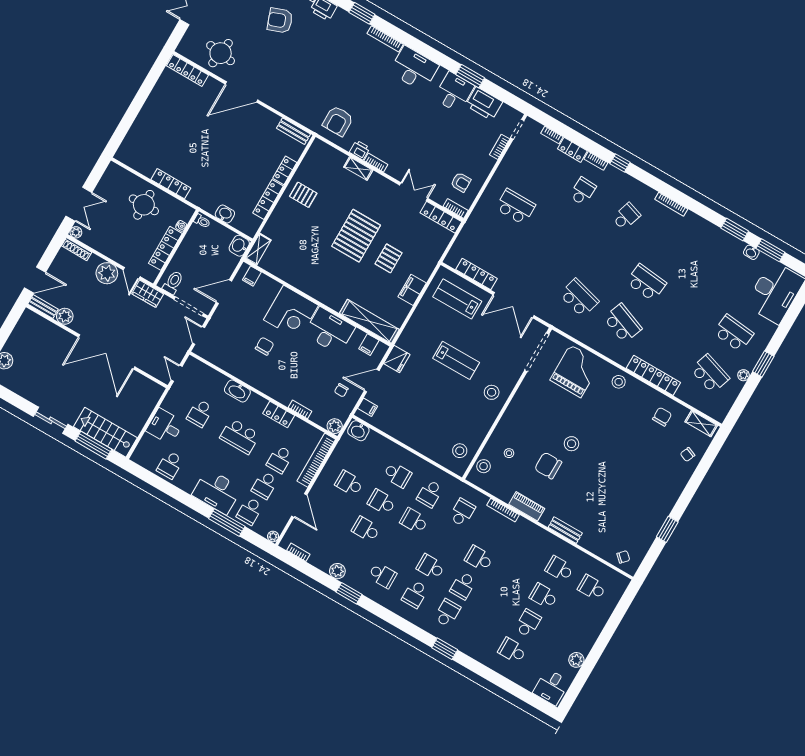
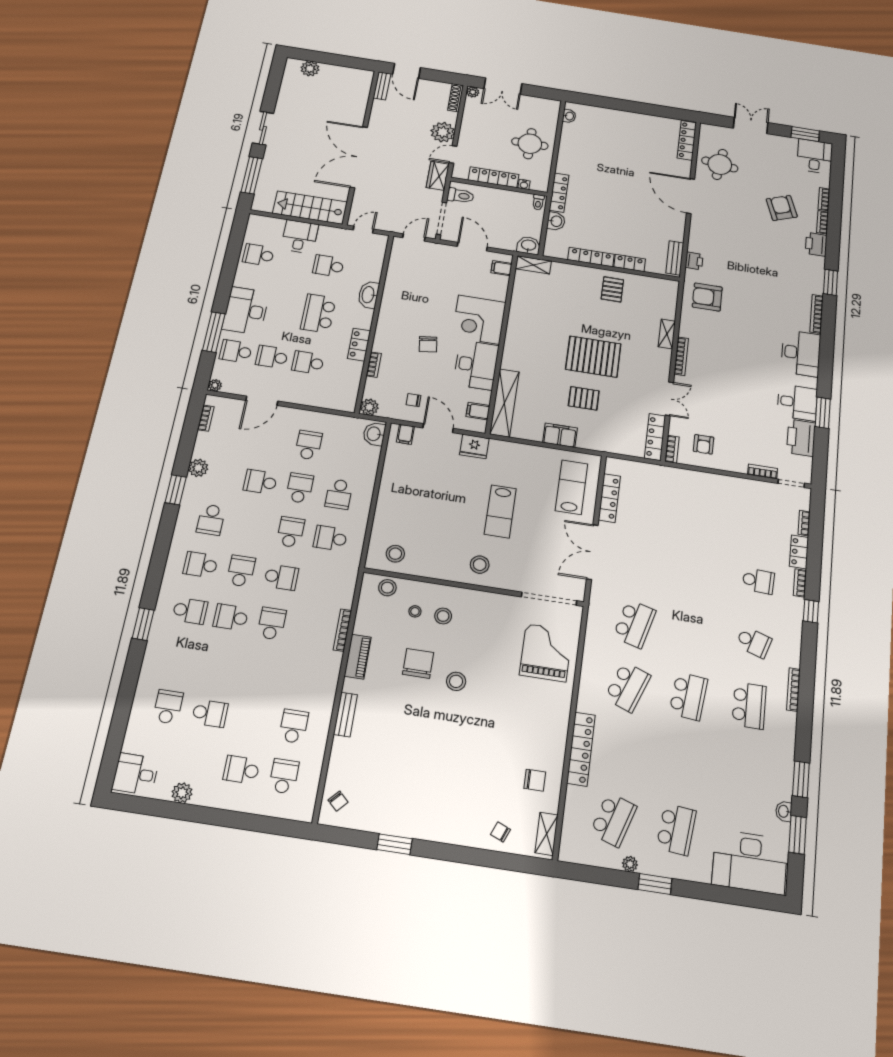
printer: (360, 150) -> (694, 261), moved
washbasin: (128, 160) -> (569, 116), added
bookcase: (376, 163) -> (681, 356), width x1.56
locker: (171, 184) -> (559, 193), moved
school desk: (515, 207) -> (749, 706), moved
plant: (65, 316) -> (380, 108), removed
chair: (265, 346) -> (428, 344), moved, turned 82
grand piano: (576, 371) -> (546, 653), turned -90
stool: (619, 382) -> (443, 616), moved
stairs: (105, 432) -> (310, 208), moved, turned -90
bookcase: (316, 460) -> (322, 401), removed
school desk: (462, 512) -> (281, 577), moved
school desk: (366, 529) -> (260, 482), turned -90
school desk: (544, 596) -> (241, 770), moved, turned -90

